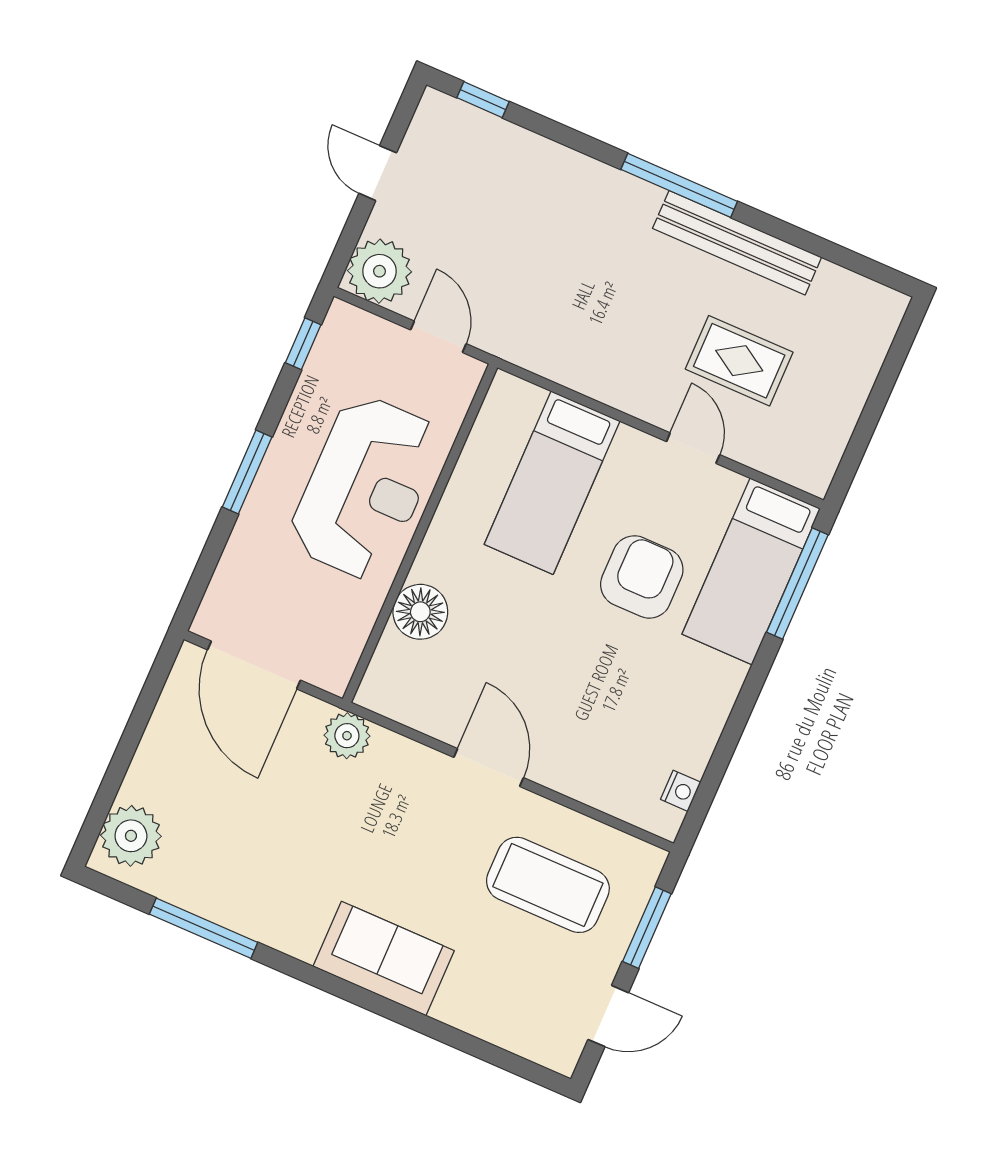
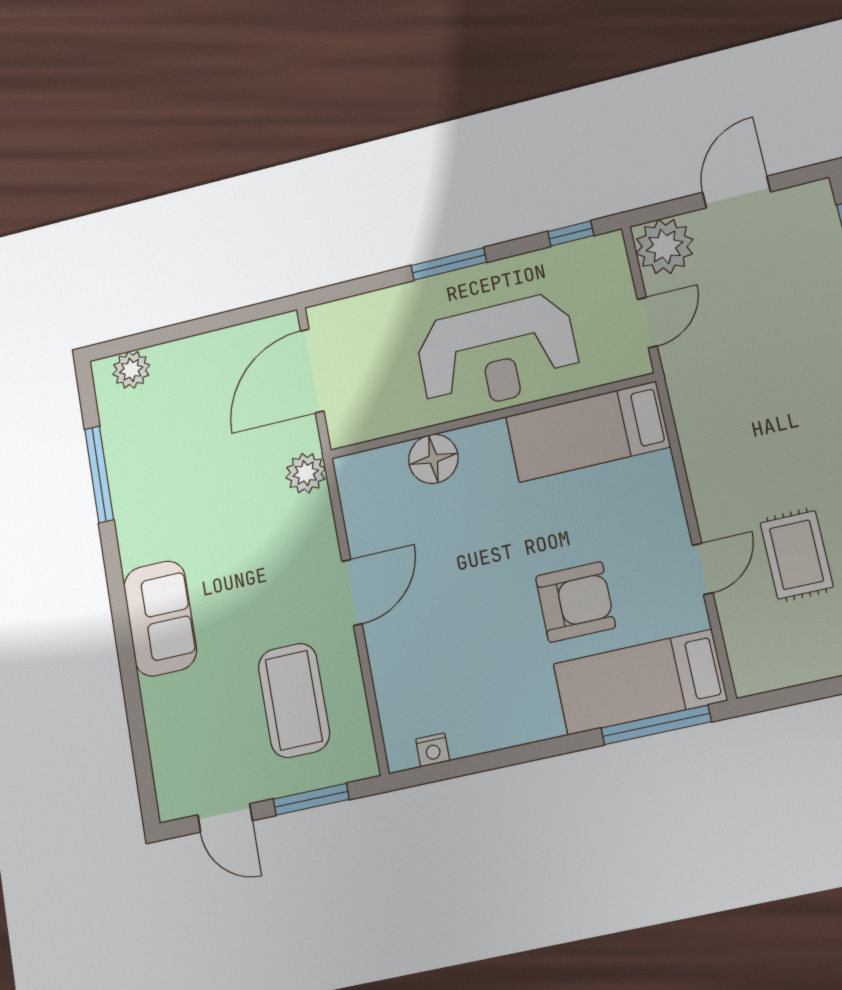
door: (378, 173) -> (737, 192), width x1.38
bed: (552, 483) -> (588, 432), moved
plant: (131, 836) -> (131, 370), width x0.73, depth x0.73

